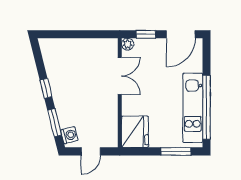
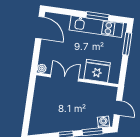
window: (146, 34) -> (36, 54), removed
window: (206, 107) -> (97, 16), width x0.47
fridge: (135, 132) -> (97, 71), moved

